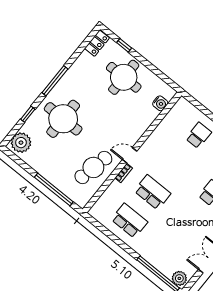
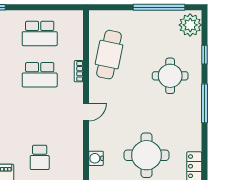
round table: (63, 119) -> (170, 76), width x0.73, depth x0.73
door: (130, 155) -> (86, 112), moved
window: (54, 189) -> (159, 7), moved

